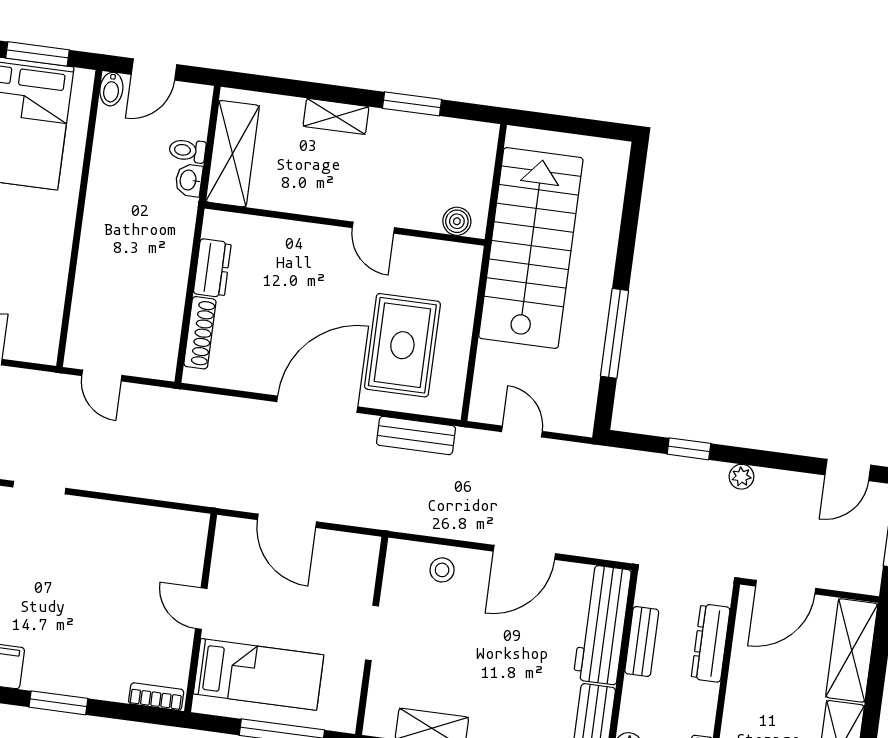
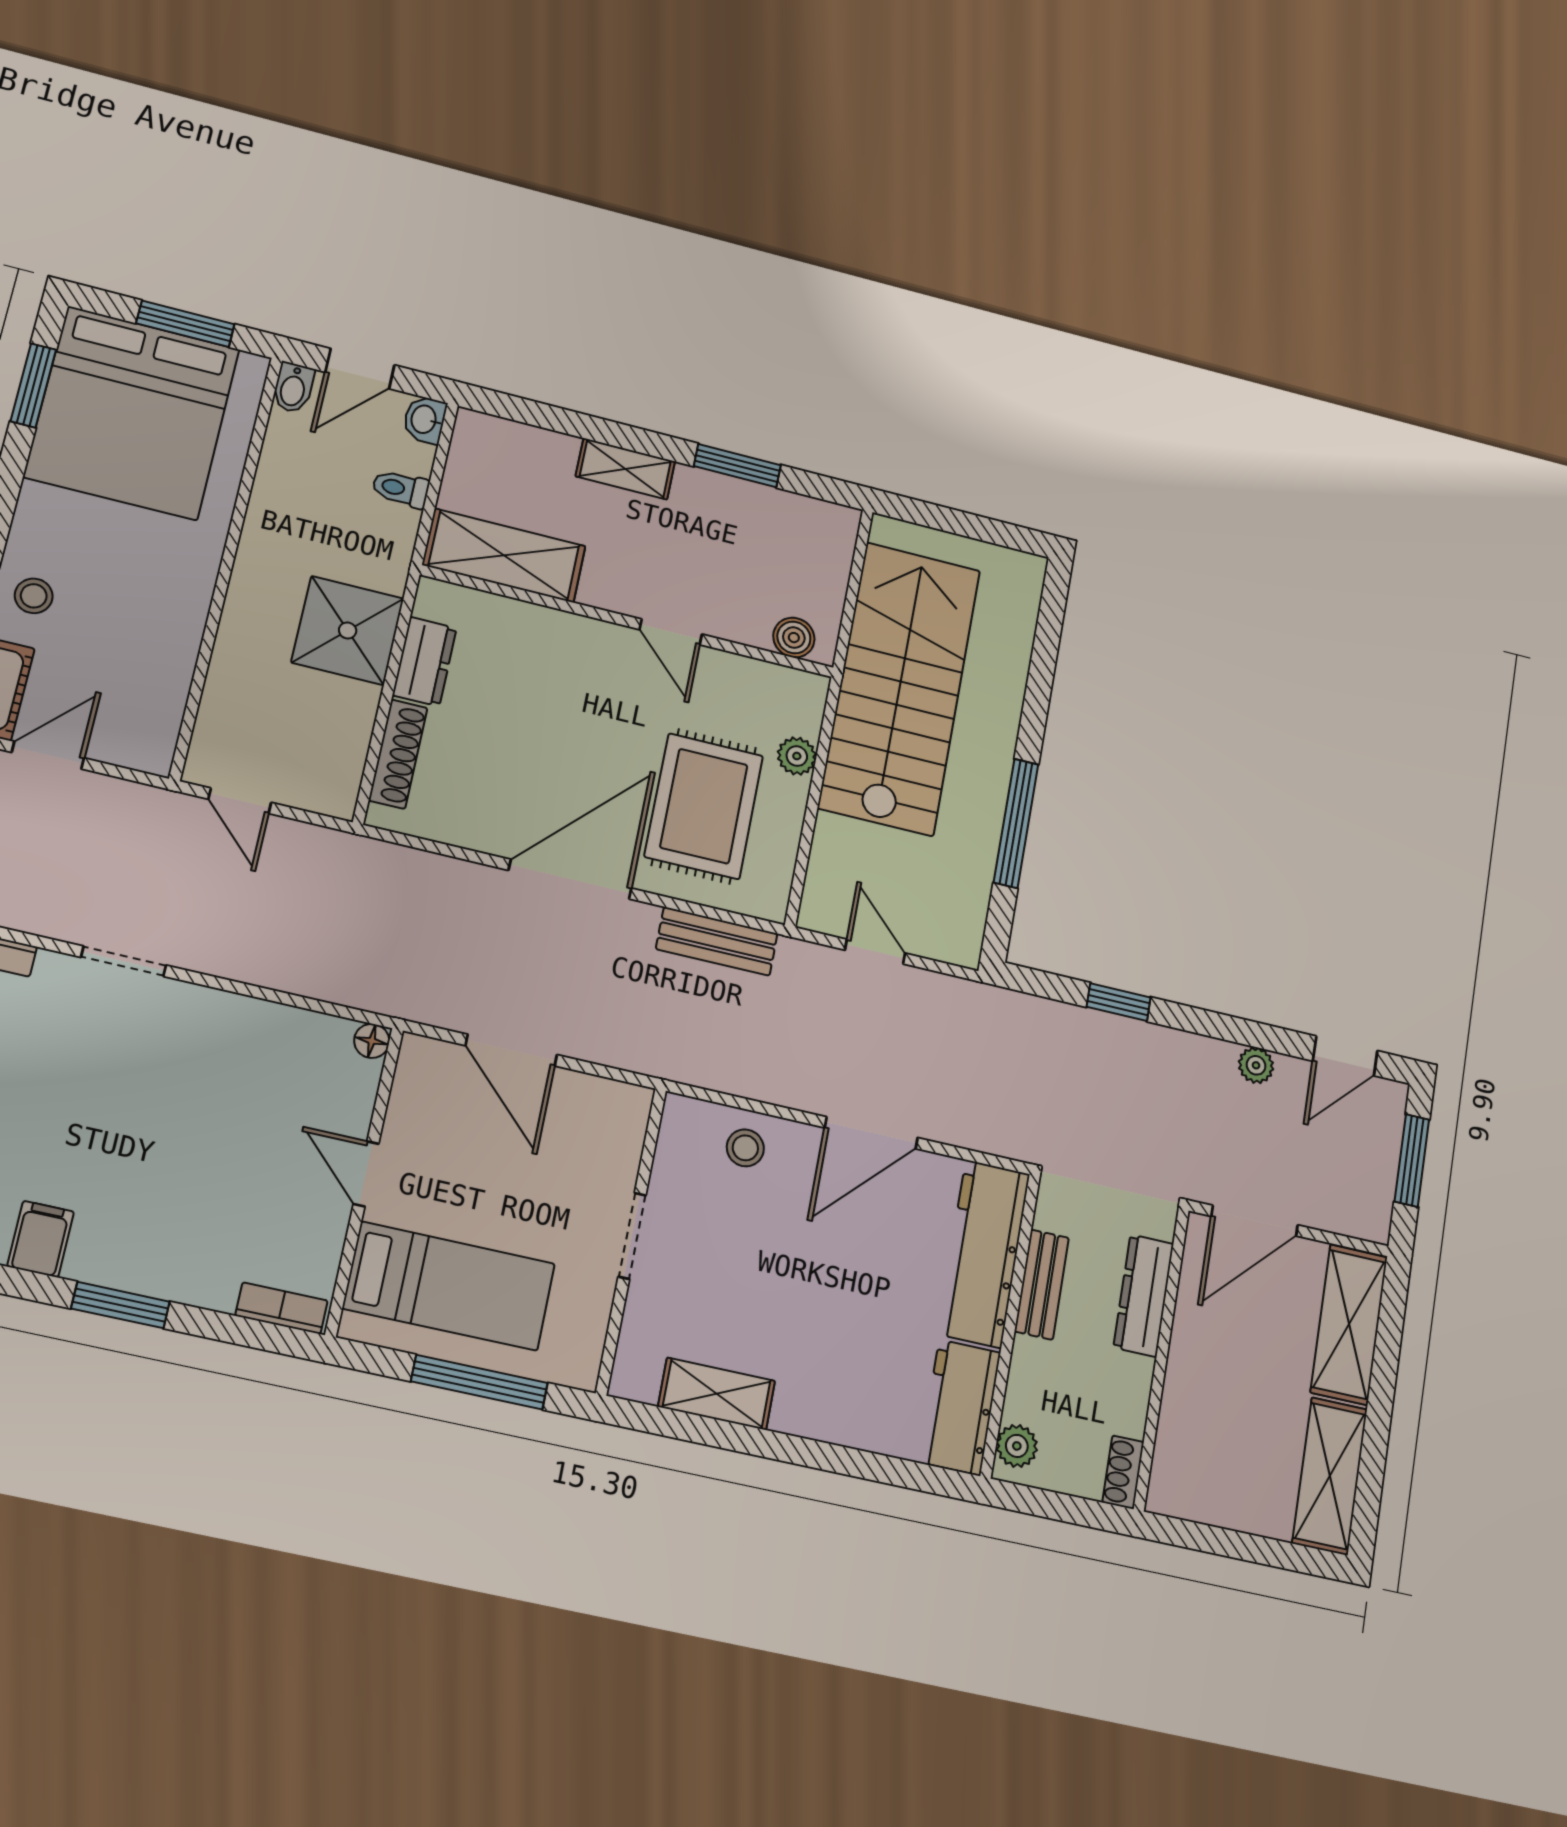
shelving: (232, 154) -> (504, 555), moved, turned 90
washbasin: (189, 180) -> (425, 420), moved
shower: (161, 253) -> (348, 630), added
plant: (463, 304) -> (797, 756), added
plant: (741, 477) -> (1256, 1065), moved
floor lamp: (198, 523) -> (372, 1041), added

